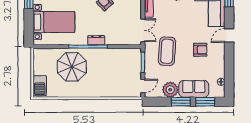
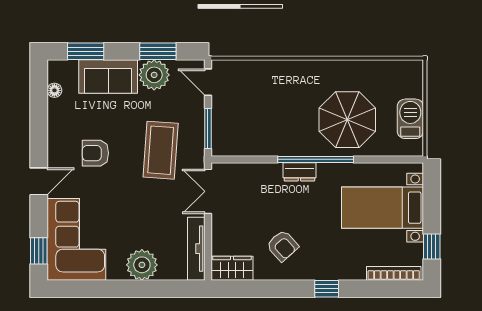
barbecue: (40, 86) -> (410, 119), moved
door: (143, 86) -> (208, 82), hinge flipped
window: (181, 102) -> (158, 51), moved

